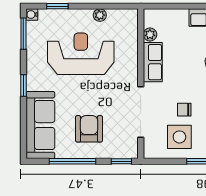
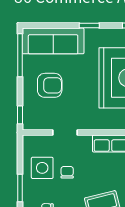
doorway: (141, 112) -> (65, 133), width x0.53
window: (73, 161) -> (20, 55), moved

